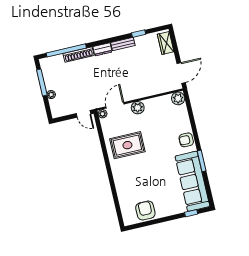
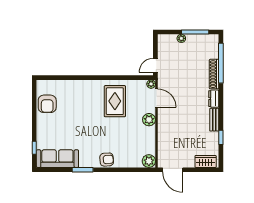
armchair: (186, 140) -> (107, 160), turned 86
sofa: (192, 181) -> (57, 159), width x0.74, depth x0.79
armchair: (145, 211) -> (47, 104), turned 90

